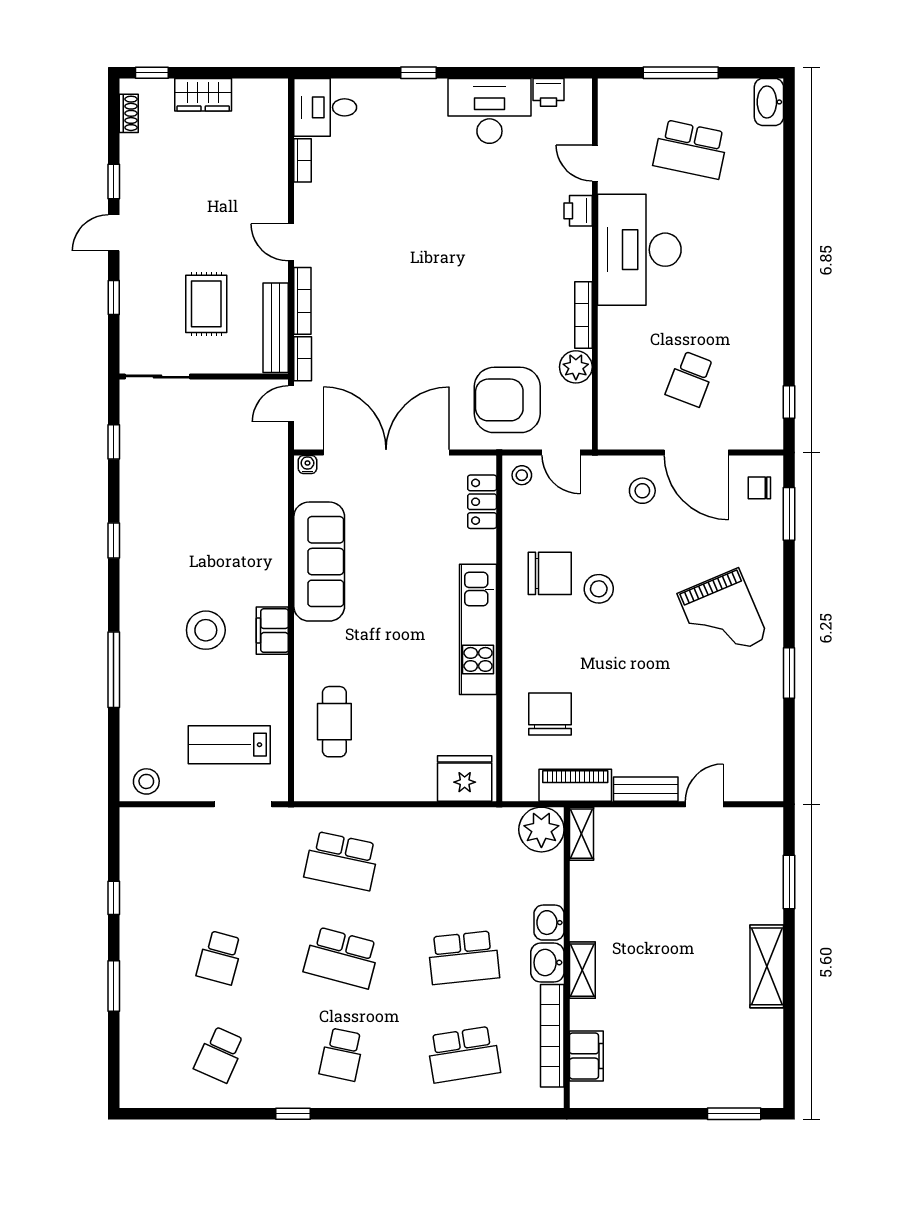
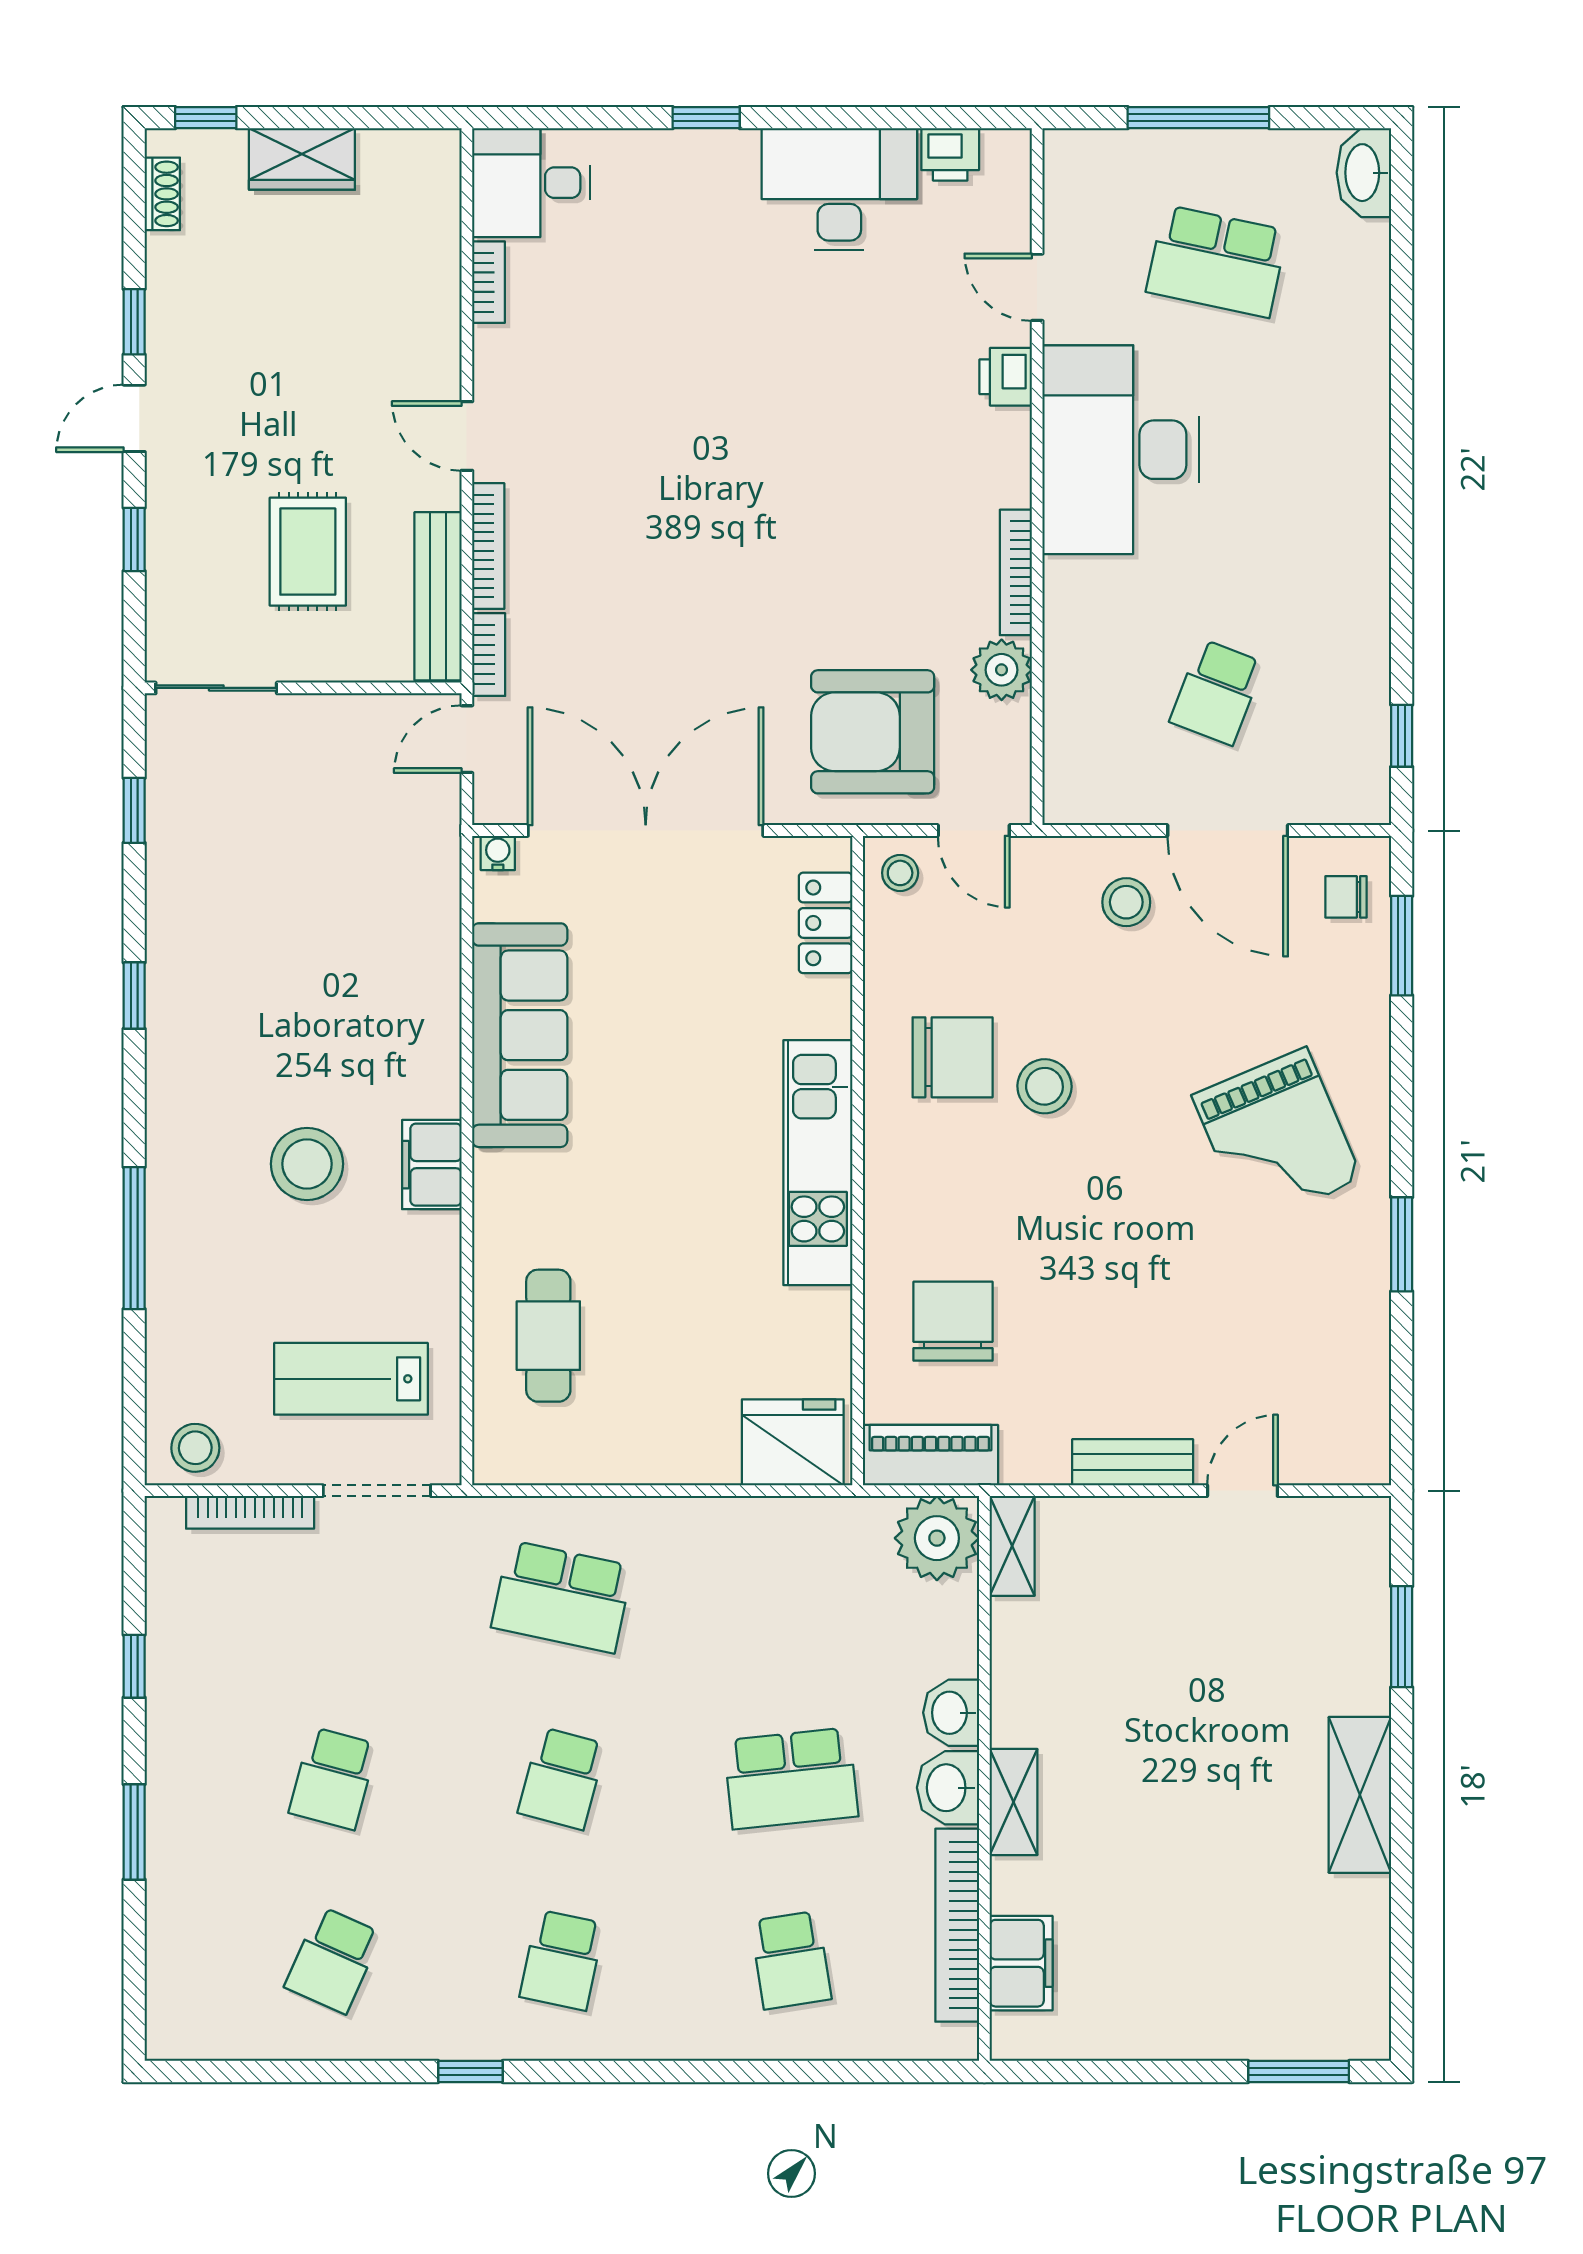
piano: (575, 785) -> (931, 1455), moved
bookcase: (176, 816) -> (250, 1512), added
school desk: (342, 958) -> (562, 1778), width x0.54
school desk: (464, 1054) -> (791, 1960), width x0.54

